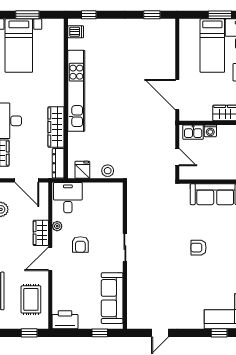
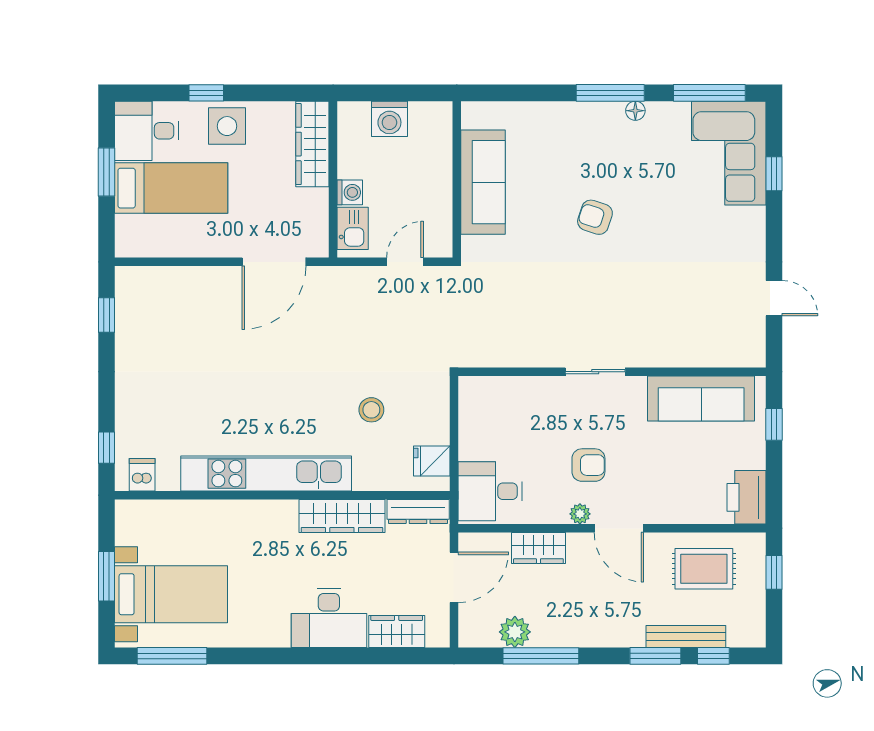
stool: (108, 171) -> (371, 410), moved
plant: (57, 226) -> (580, 514), moved
wardrobe: (41, 233) -> (538, 548), moved
armchair: (198, 248) -> (595, 217), turned 108

